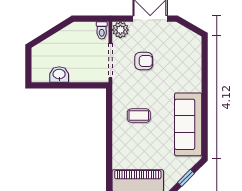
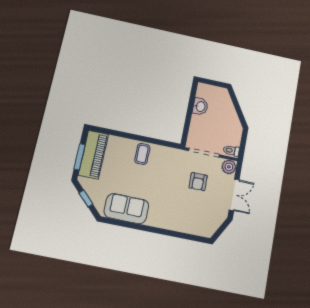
coffee table: (139, 116) -> (142, 154), moved
sofa: (188, 124) -> (126, 209), width x0.73

